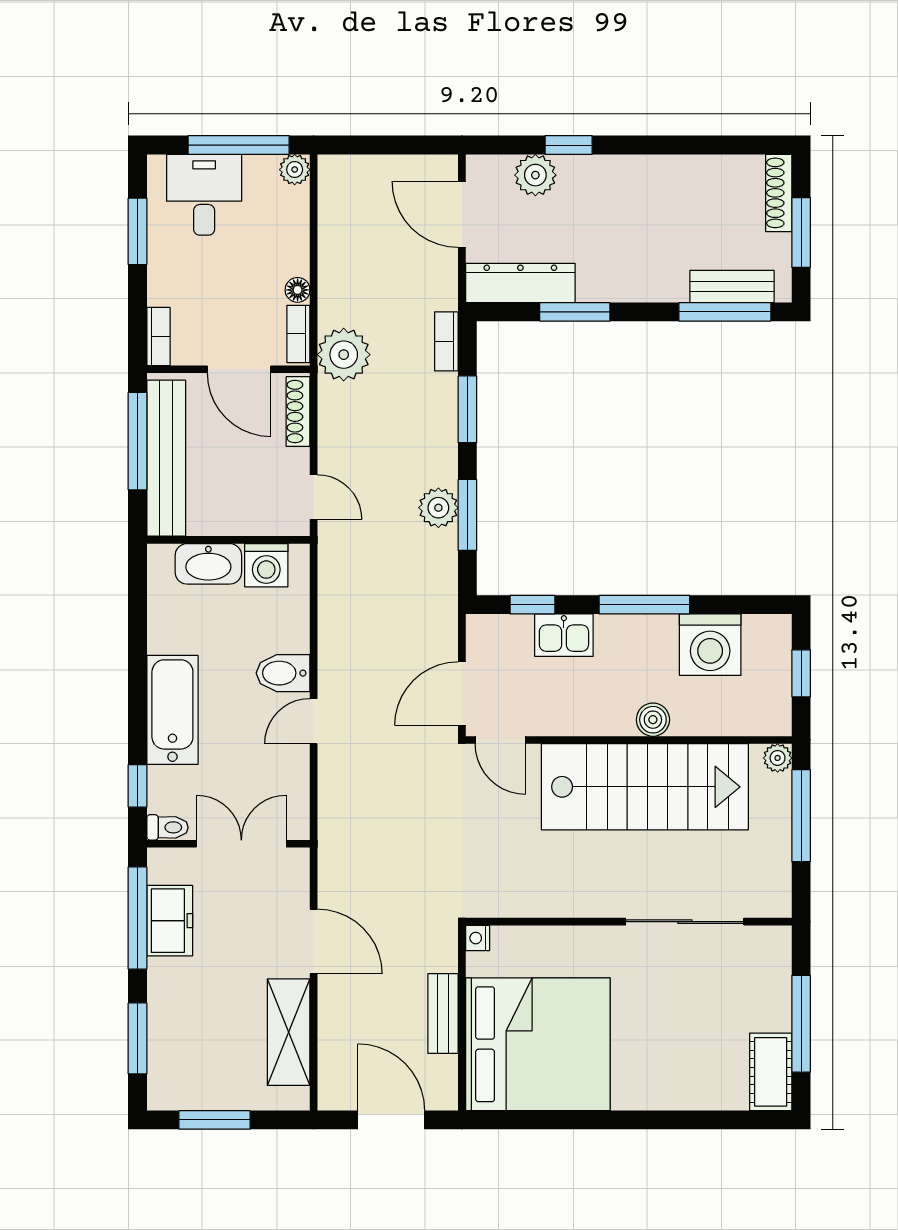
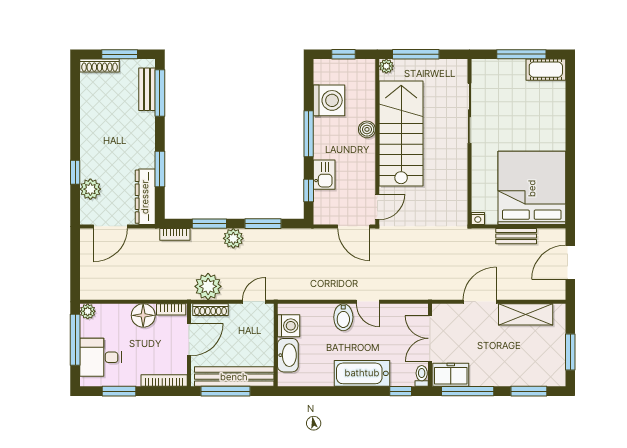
floor lamp: (298, 290) -> (143, 315), width x1.89, depth x1.89
bookcase: (158, 336) -> (164, 381), width x1.56
plant: (344, 355) -> (208, 286), moved
plant: (438, 508) -> (233, 238), moved
freezer: (170, 921) -> (451, 375), moved

